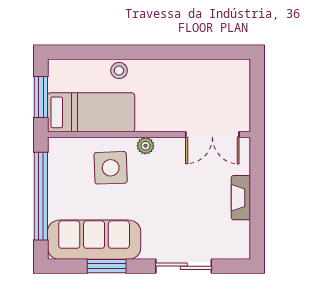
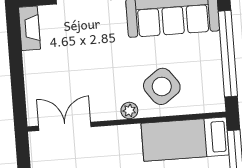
side table: (111, 168) -> (162, 86), turned -34
fireplace: (241, 198) -> (29, 28), moved

